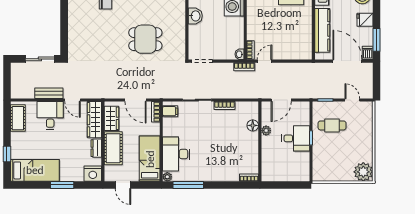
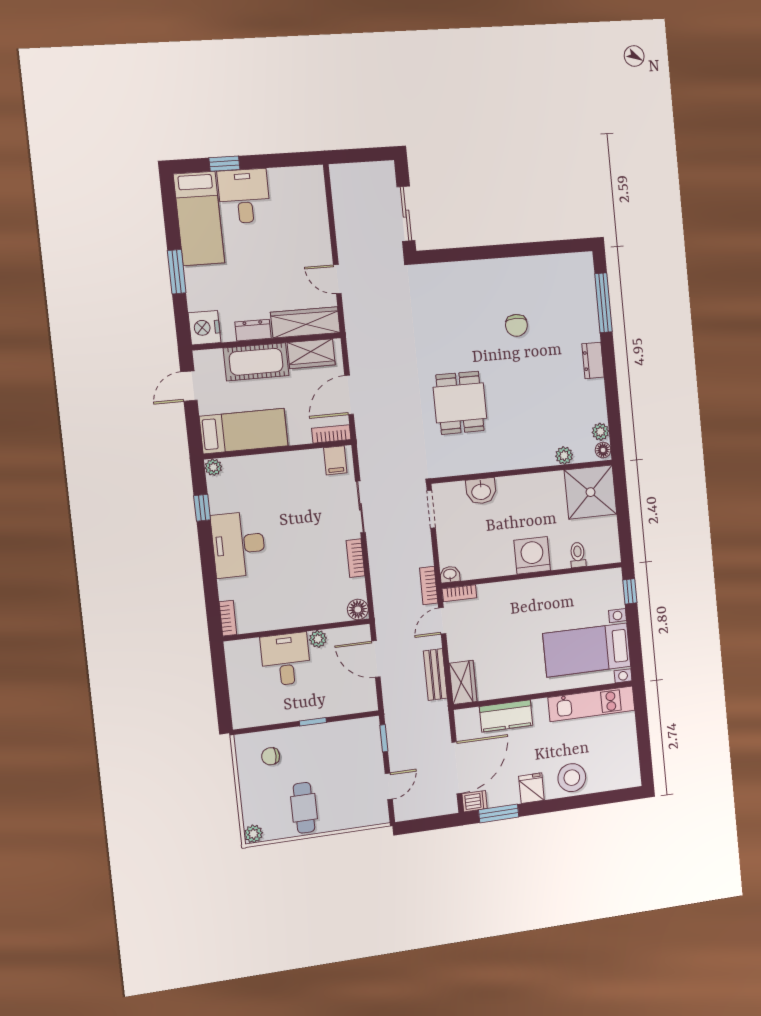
washbasin: (195, 16) -> (481, 491), moved
kitchen counter: (322, 30) -> (506, 716), width x0.67
wardrobe: (300, 53) -> (463, 682), added
door: (265, 61) -> (442, 621), swing flipped
bench: (49, 93) -> (435, 675), moved
door: (72, 100) -> (337, 279), hinge flipped
desk: (50, 116) -> (244, 196), moved, turned -90
cot: (18, 118) -> (294, 180), removed
floor lamp: (253, 125) -> (358, 609), moved
cafe table: (332, 125) -> (304, 808), moved
desk: (296, 138) -> (286, 659), moved, turned 180
desk: (176, 154) -> (238, 544), moved, turned -90
chair: (327, 163) -> (271, 756), added
plant: (363, 172) -> (253, 834), width x0.53, depth x0.53
window: (188, 185) -> (202, 508), width x0.46

